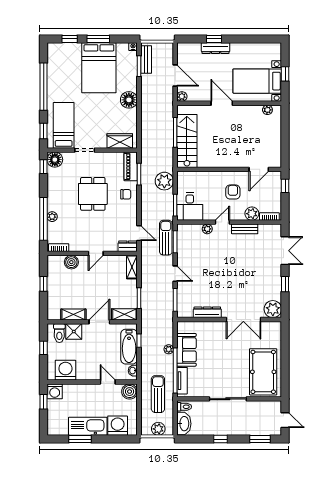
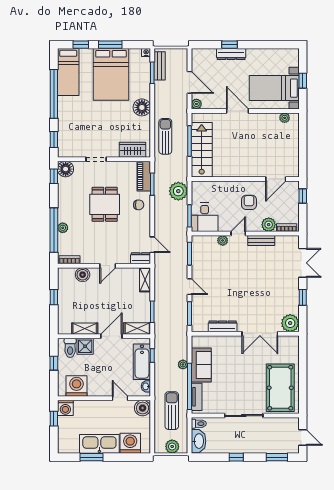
bed: (64, 125) -> (68, 72), moved, turned 180
sun lounger: (166, 238) -> (165, 136), moved

